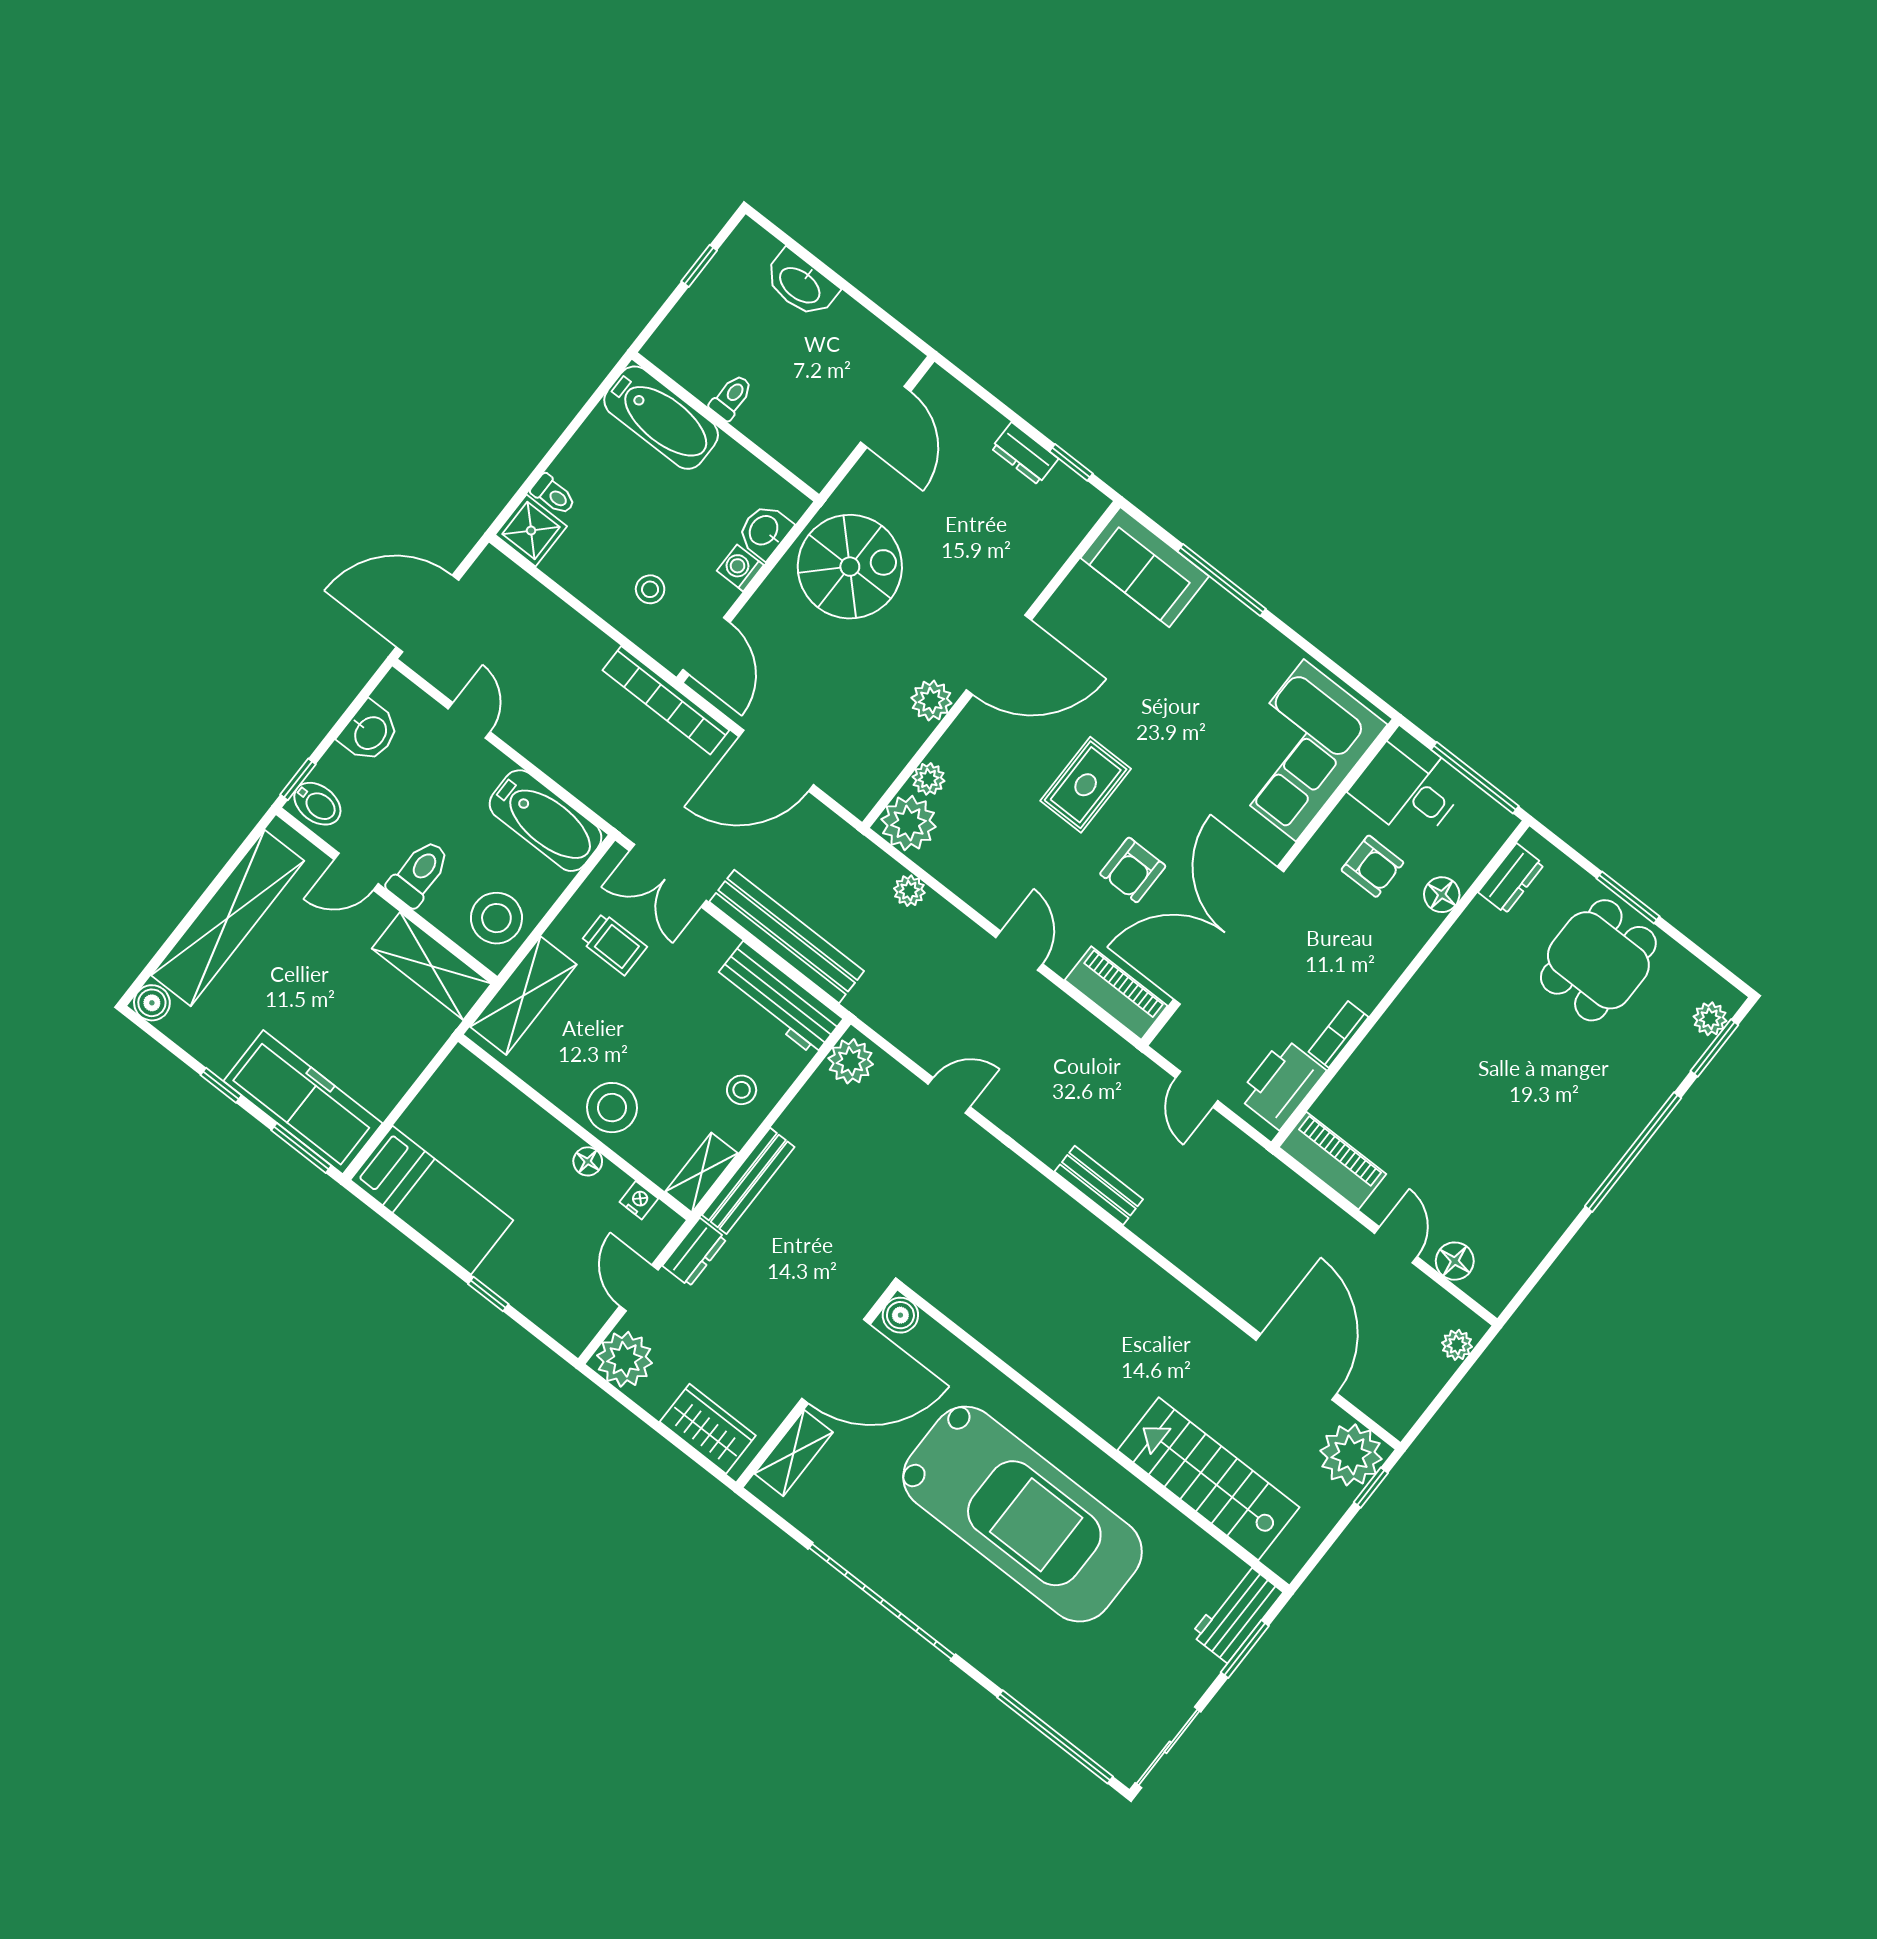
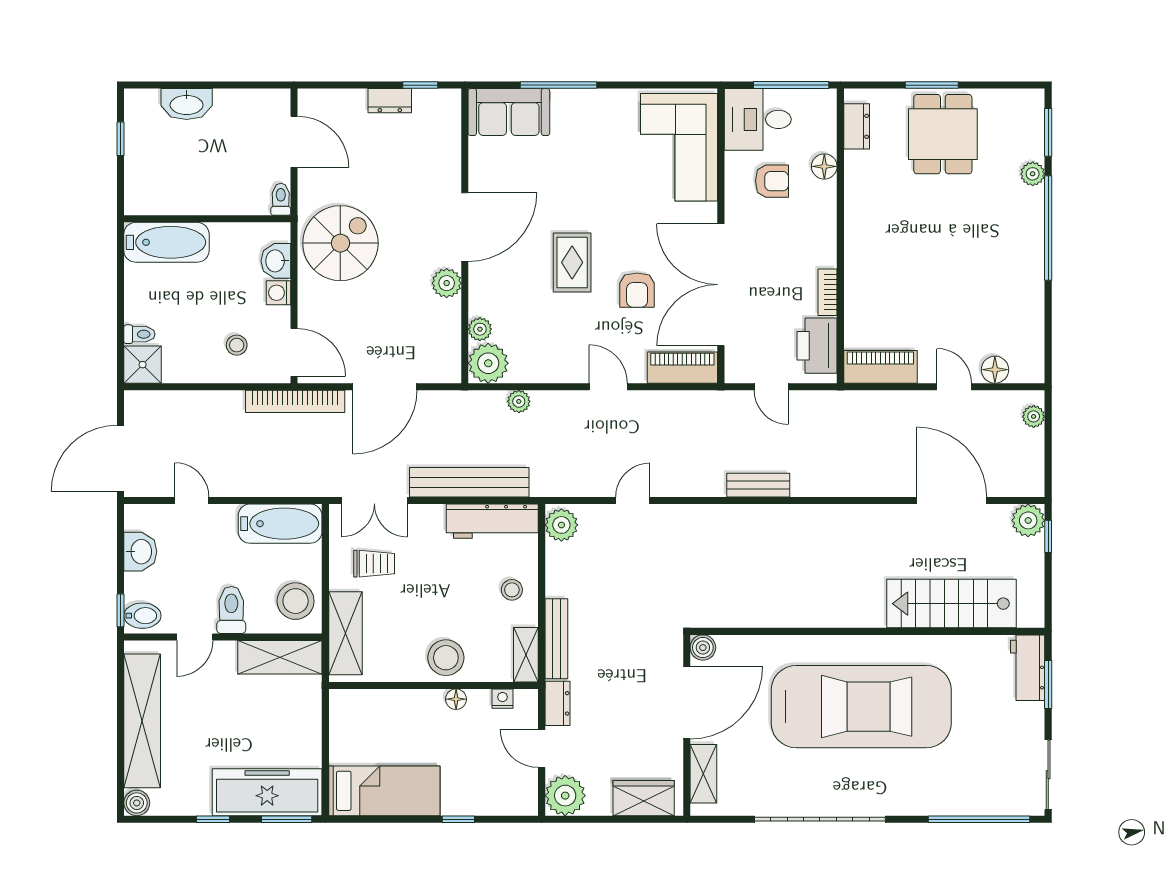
toilet: (731, 397) -> (281, 199), moved
plant: (1710, 1019) -> (1033, 174), moved
plant: (1351, 1455) -> (1028, 520), width x0.73, depth x0.73

